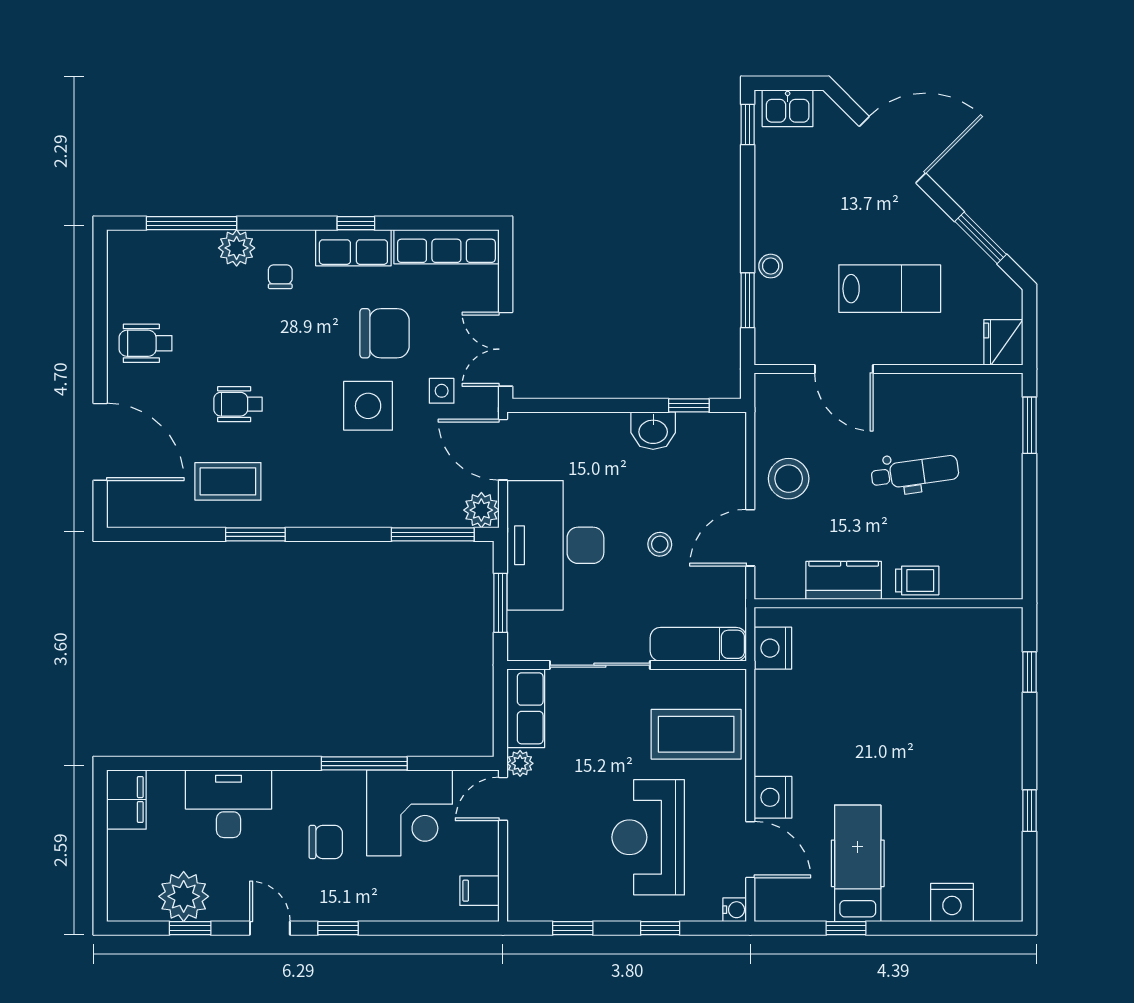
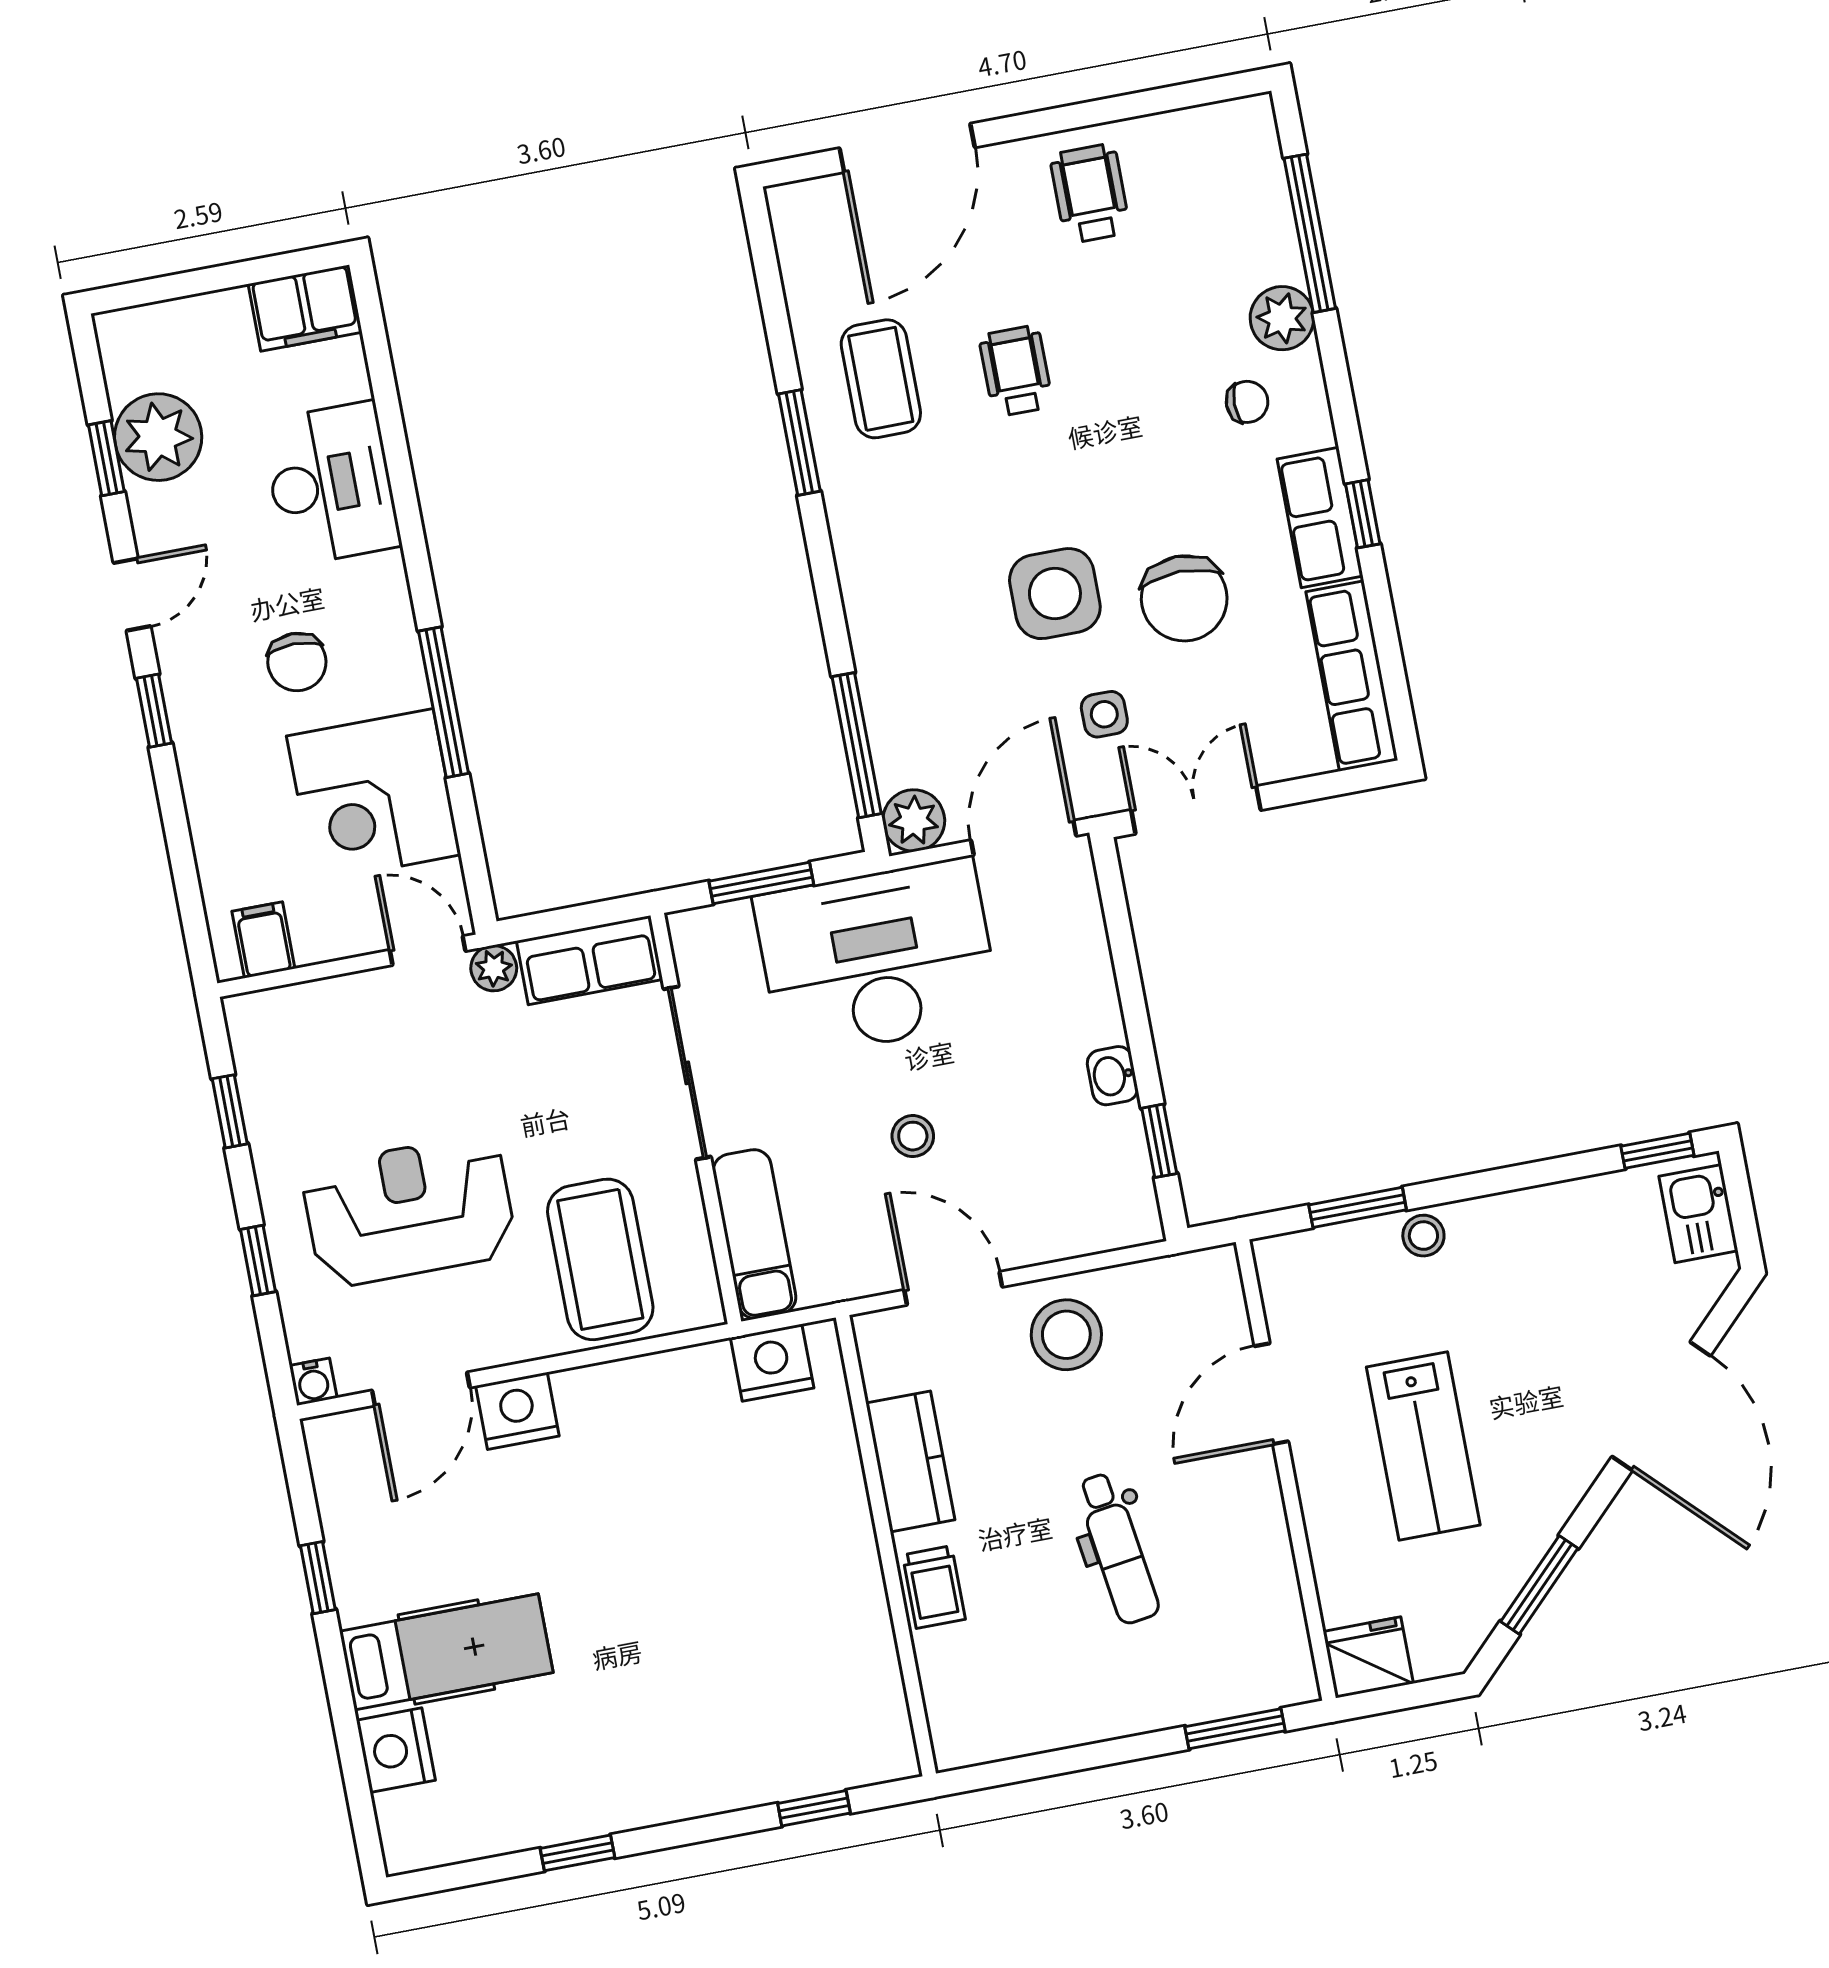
washbasin: (653, 431) -> (1112, 1076), width x0.72, depth x0.69
hospital bed: (858, 863) -> (446, 1652), moved

